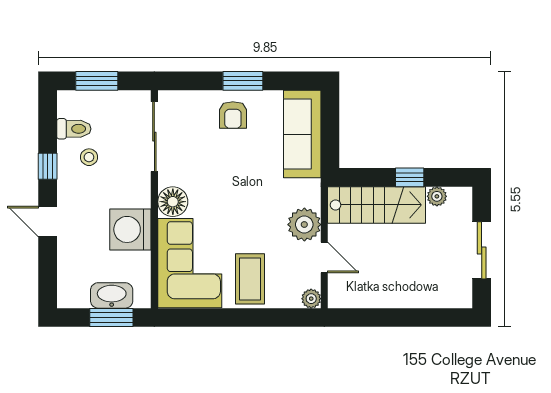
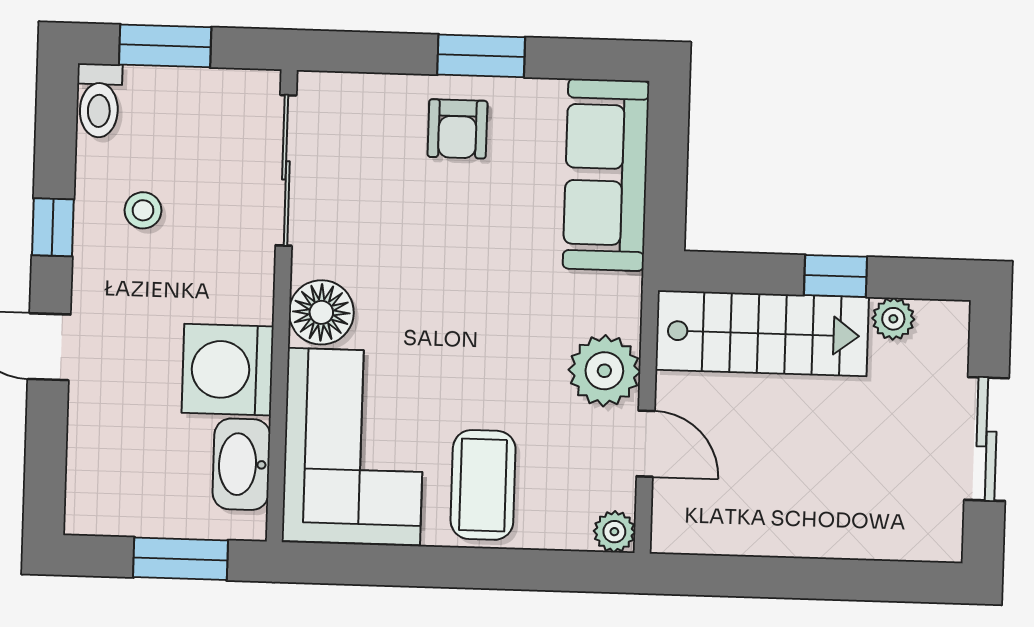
toilet: (74, 129) -> (99, 101), moved, turned 90
washbasin: (112, 295) -> (241, 464), moved, turned -90

